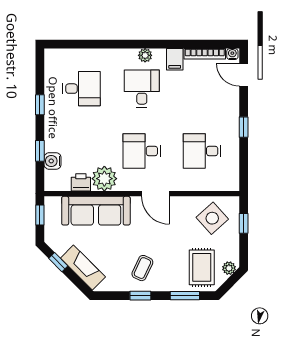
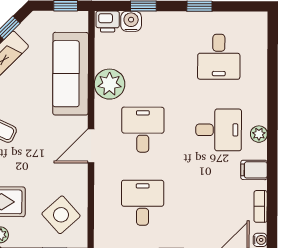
bookcase: (205, 54) -> (261, 206), width x0.64
printer: (81, 182) -> (108, 22), moved, turned 90

